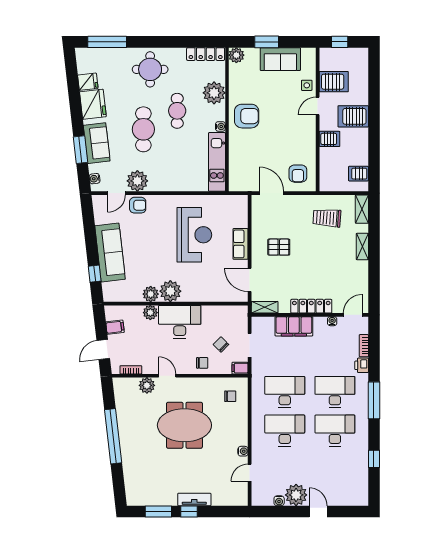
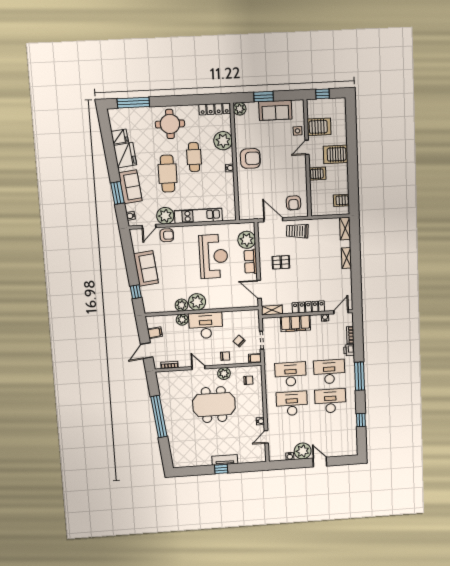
kitchen unit: (217, 162) -> (198, 216), moved, turned 90
plant: (237, 216) -> (247, 240), added
trolley: (327, 218) -> (297, 231), moved
sofa: (110, 253) -> (146, 268), width x0.73
plant: (147, 385) -> (224, 374), moved
window: (158, 511) -> (198, 471), removed

